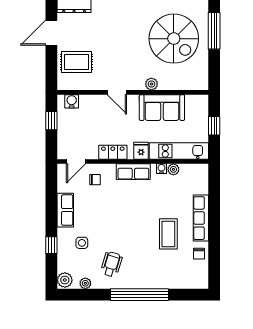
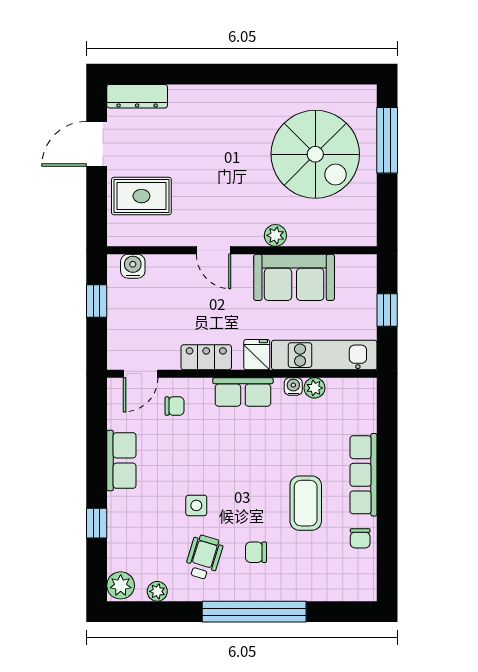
side table: (82, 243) -> (196, 505), moved
chair: (141, 261) -> (256, 552), added

